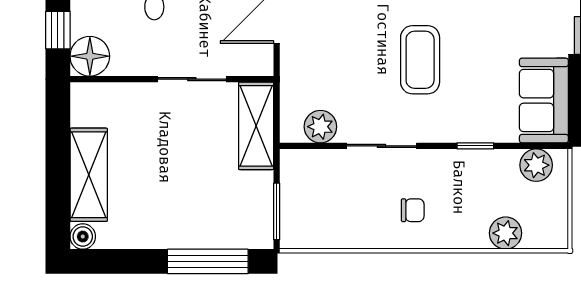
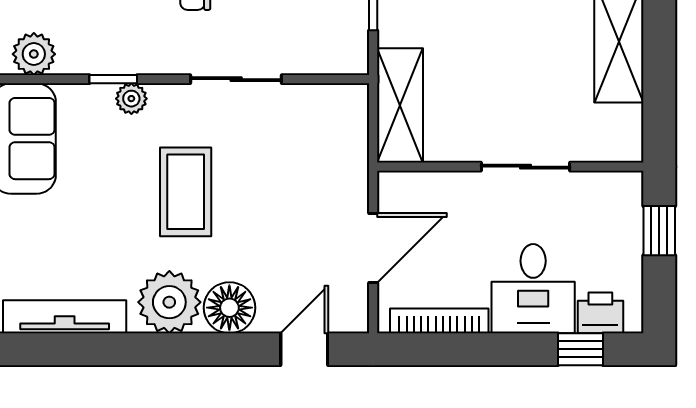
floor lamp: (90, 56) -> (617, 196), removed
sliding door: (192, 79) -> (525, 167), moved
plant: (320, 127) -> (131, 99), moved, width x0.73, depth x0.73

